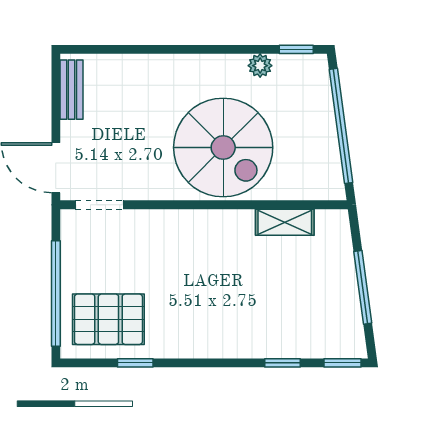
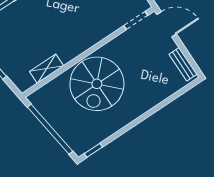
plant: (260, 66) -> (105, 132), removed
spiral stairs: (223, 147) -> (97, 84), turned -90

